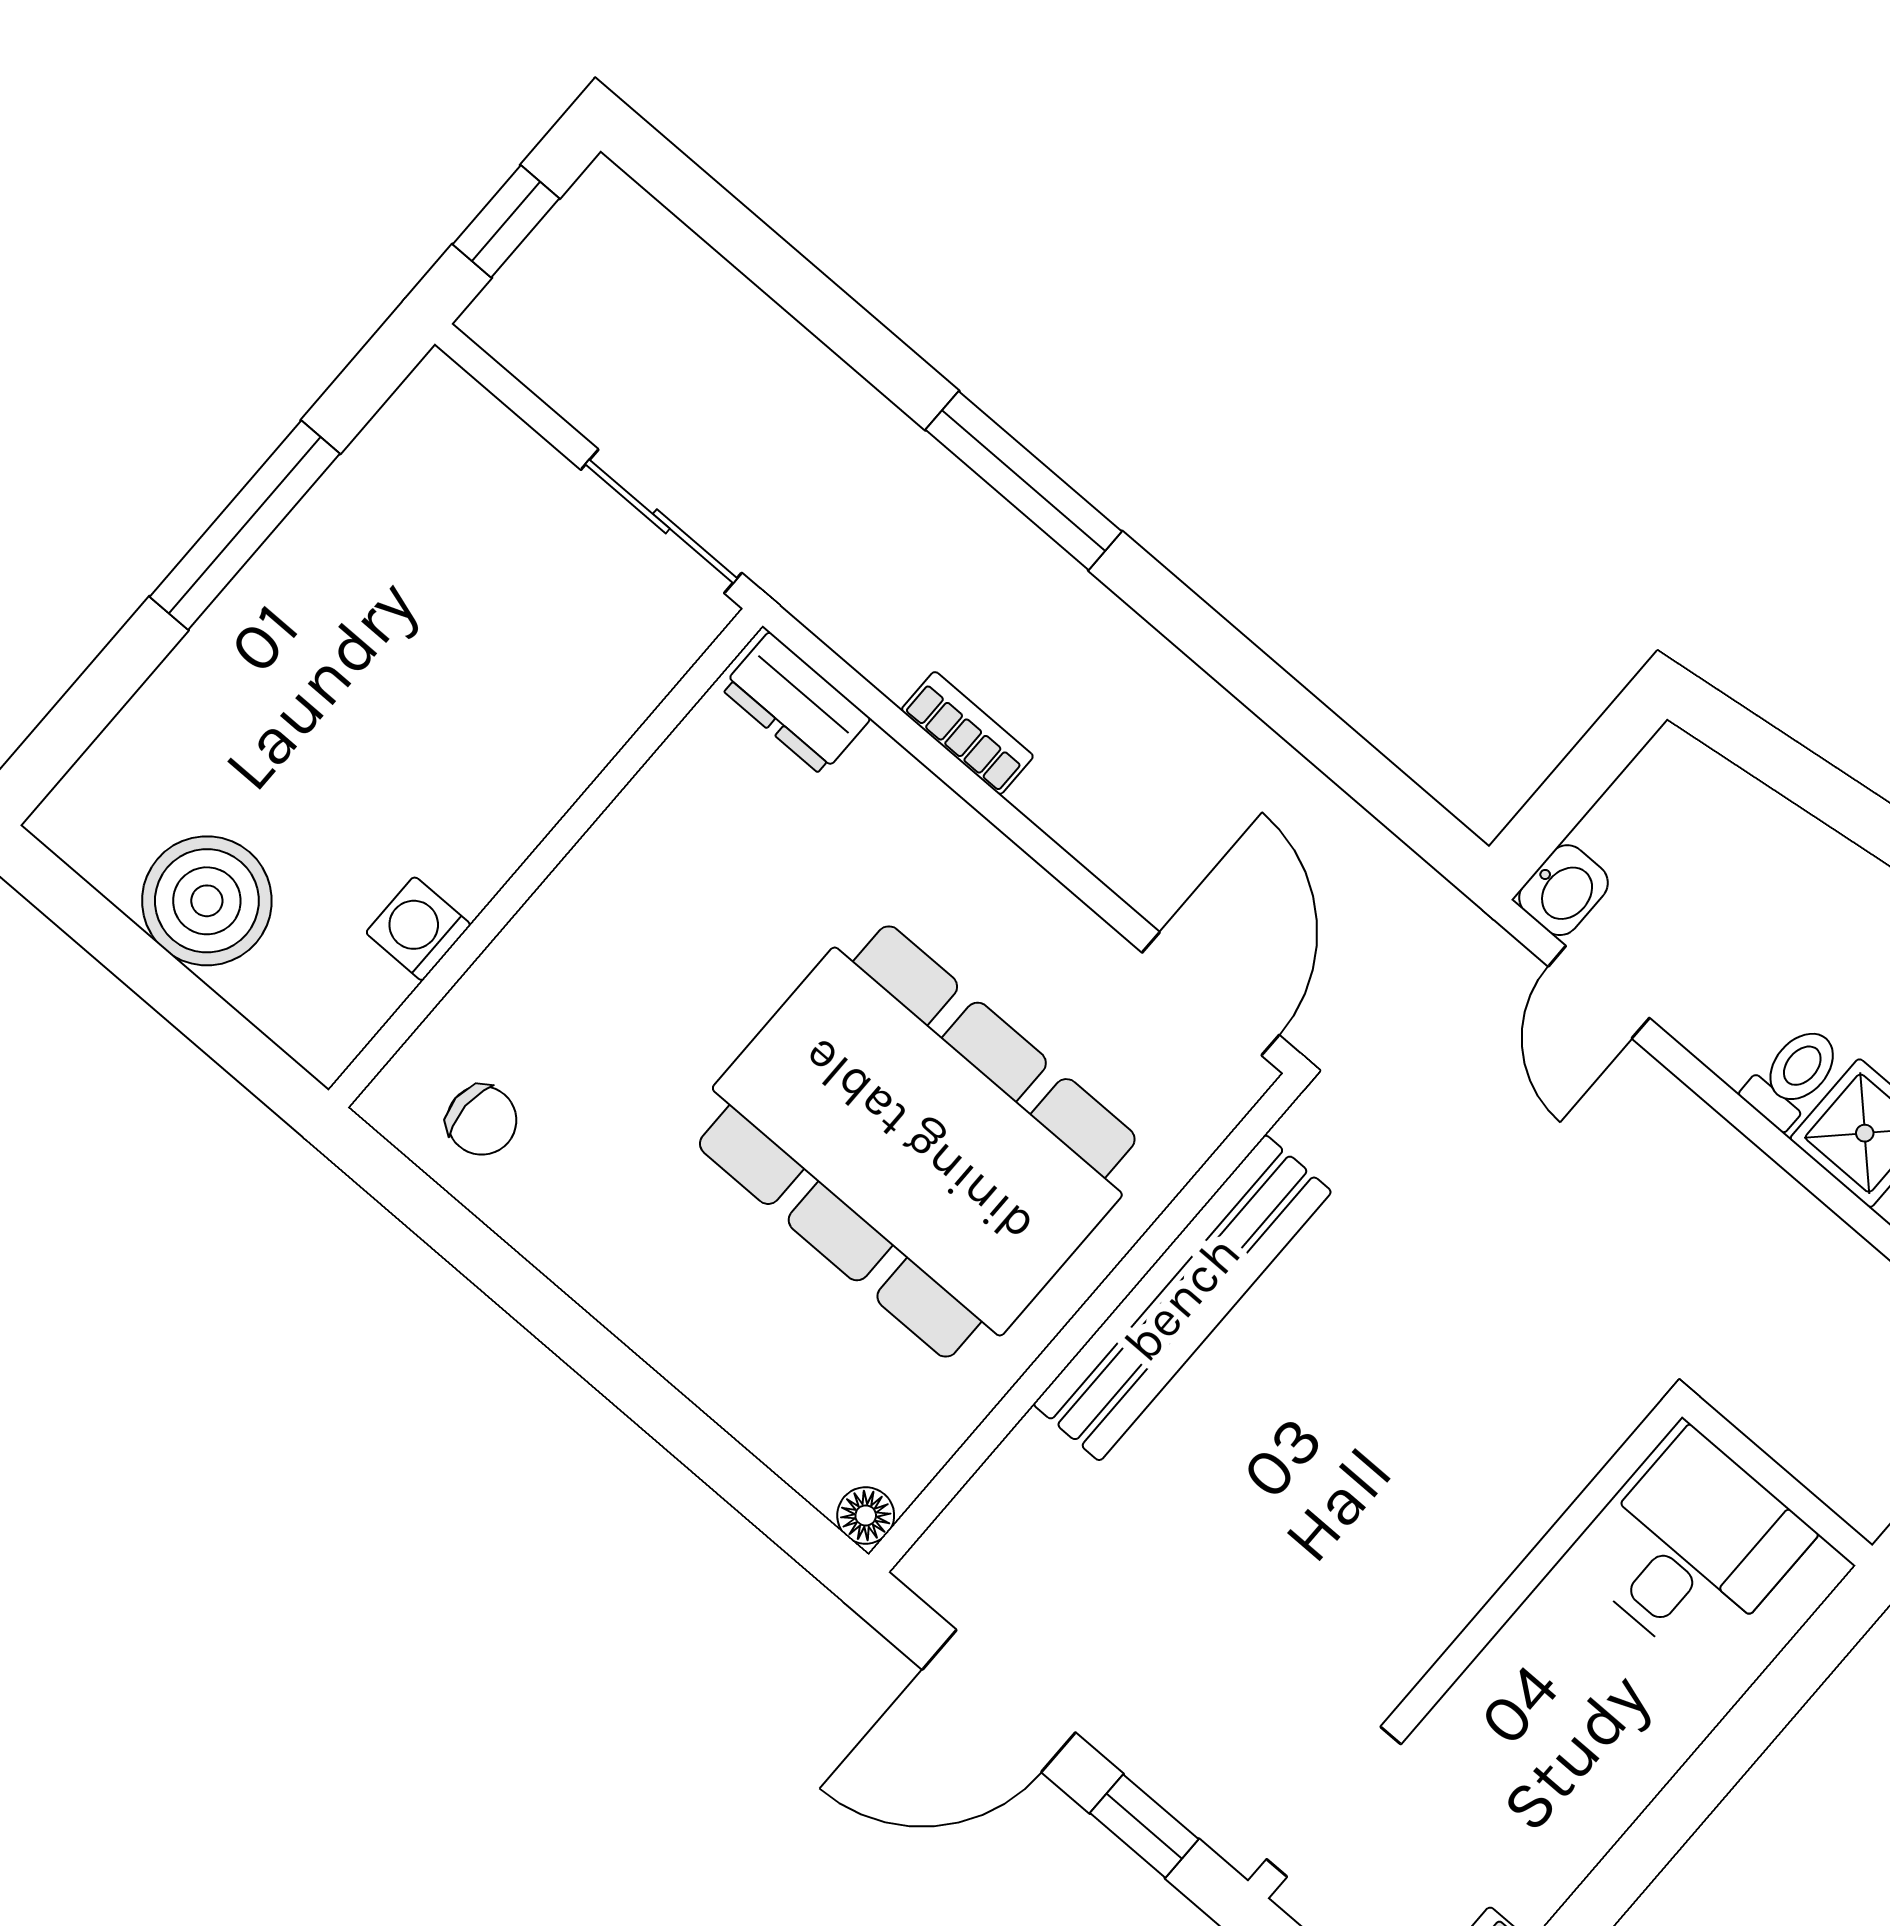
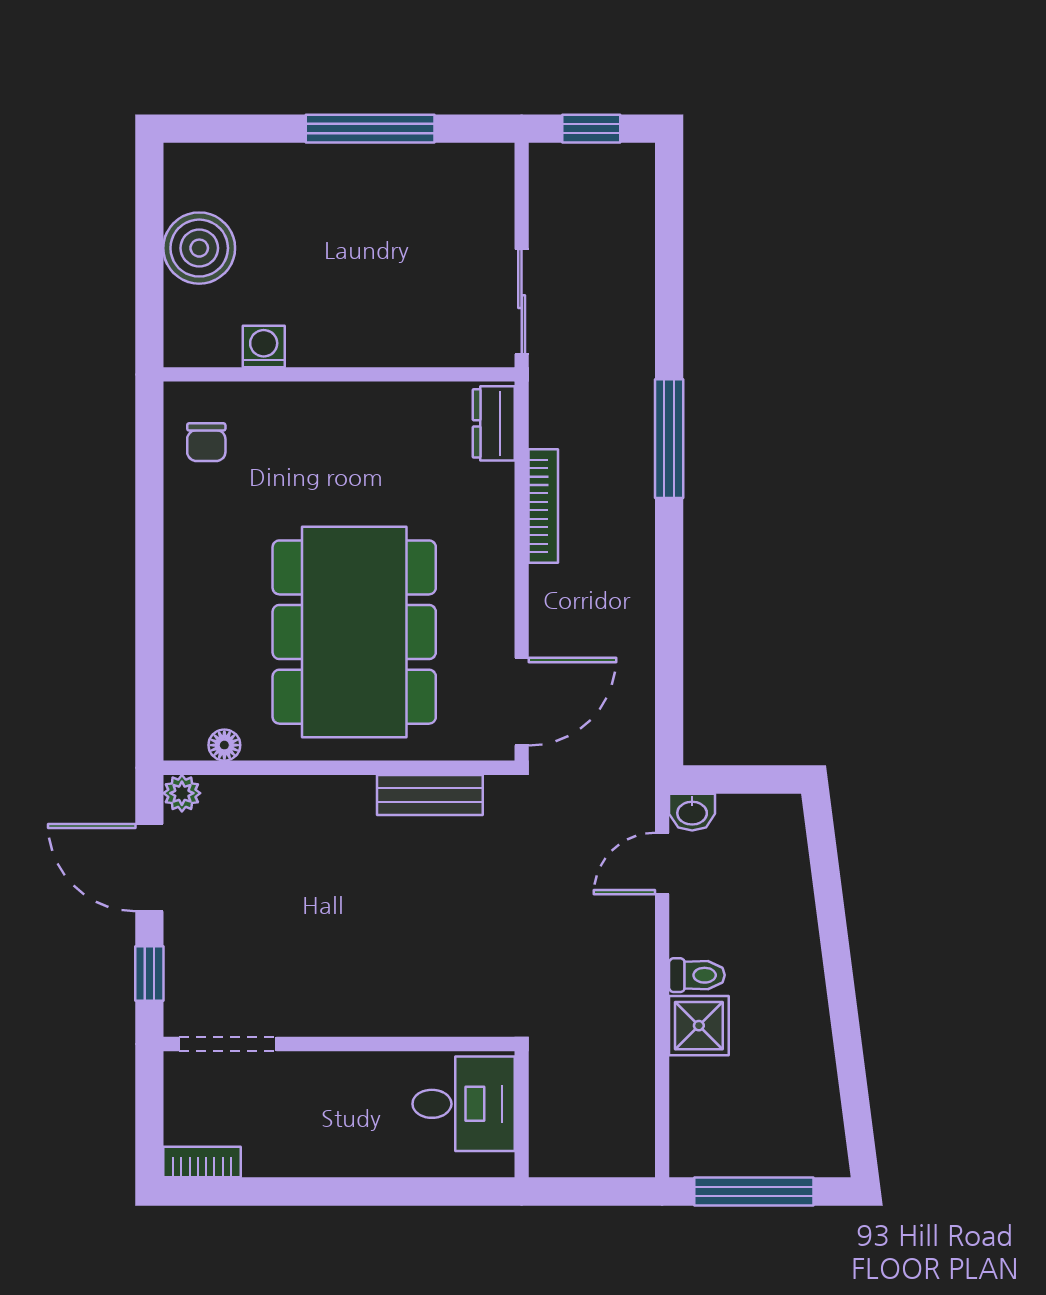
bookcase: (967, 733) -> (543, 506), width x1.56
bench: (1182, 1298) -> (430, 795), width x0.54, depth x0.82
floor lamp: (866, 1515) -> (224, 745), moved
plant: (935, 1569) -> (182, 793), added

